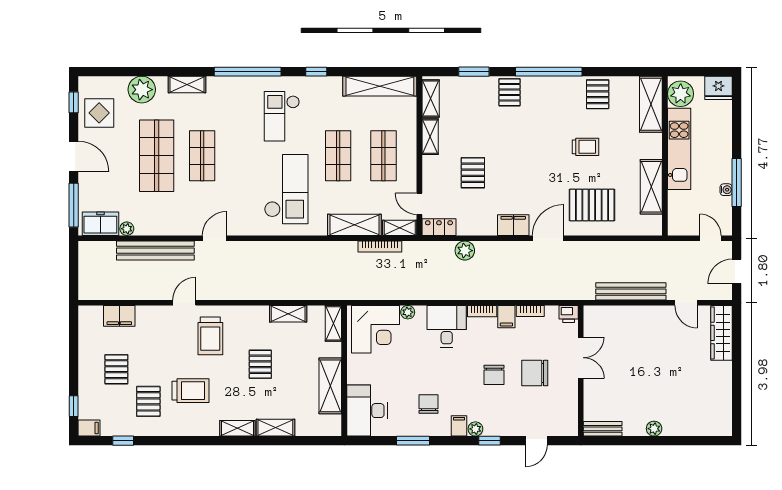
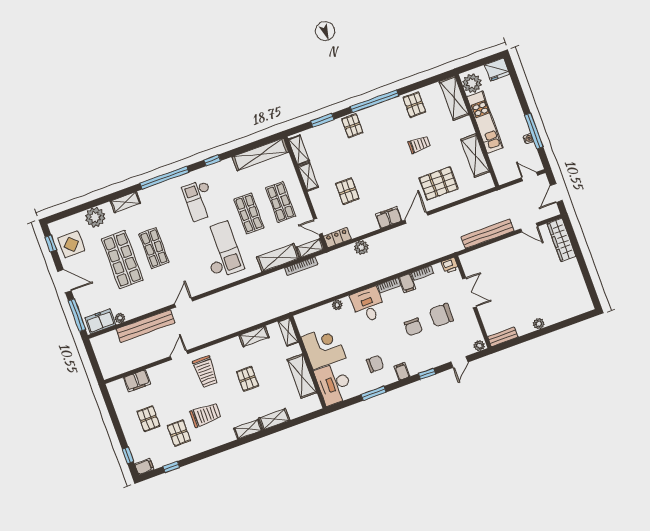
corner desk: (376, 329) -> (323, 347), moved, turned -90
chair: (428, 404) -> (375, 364), turned 90
plant: (475, 429) -> (479, 346), moved

